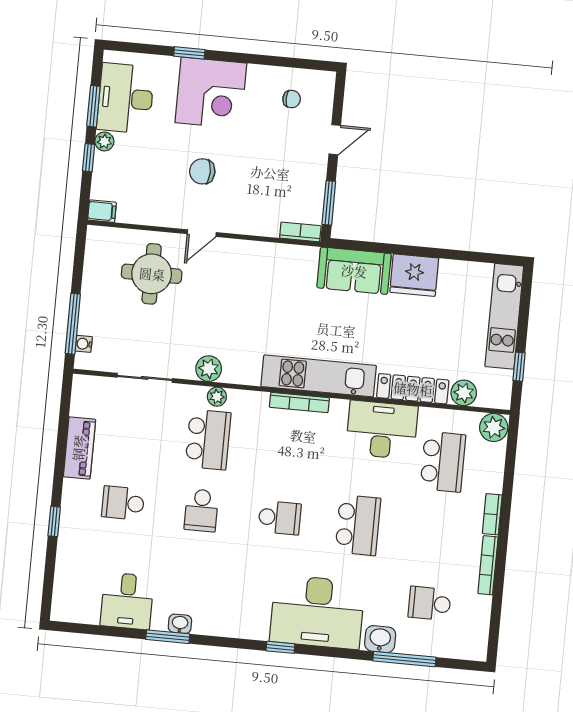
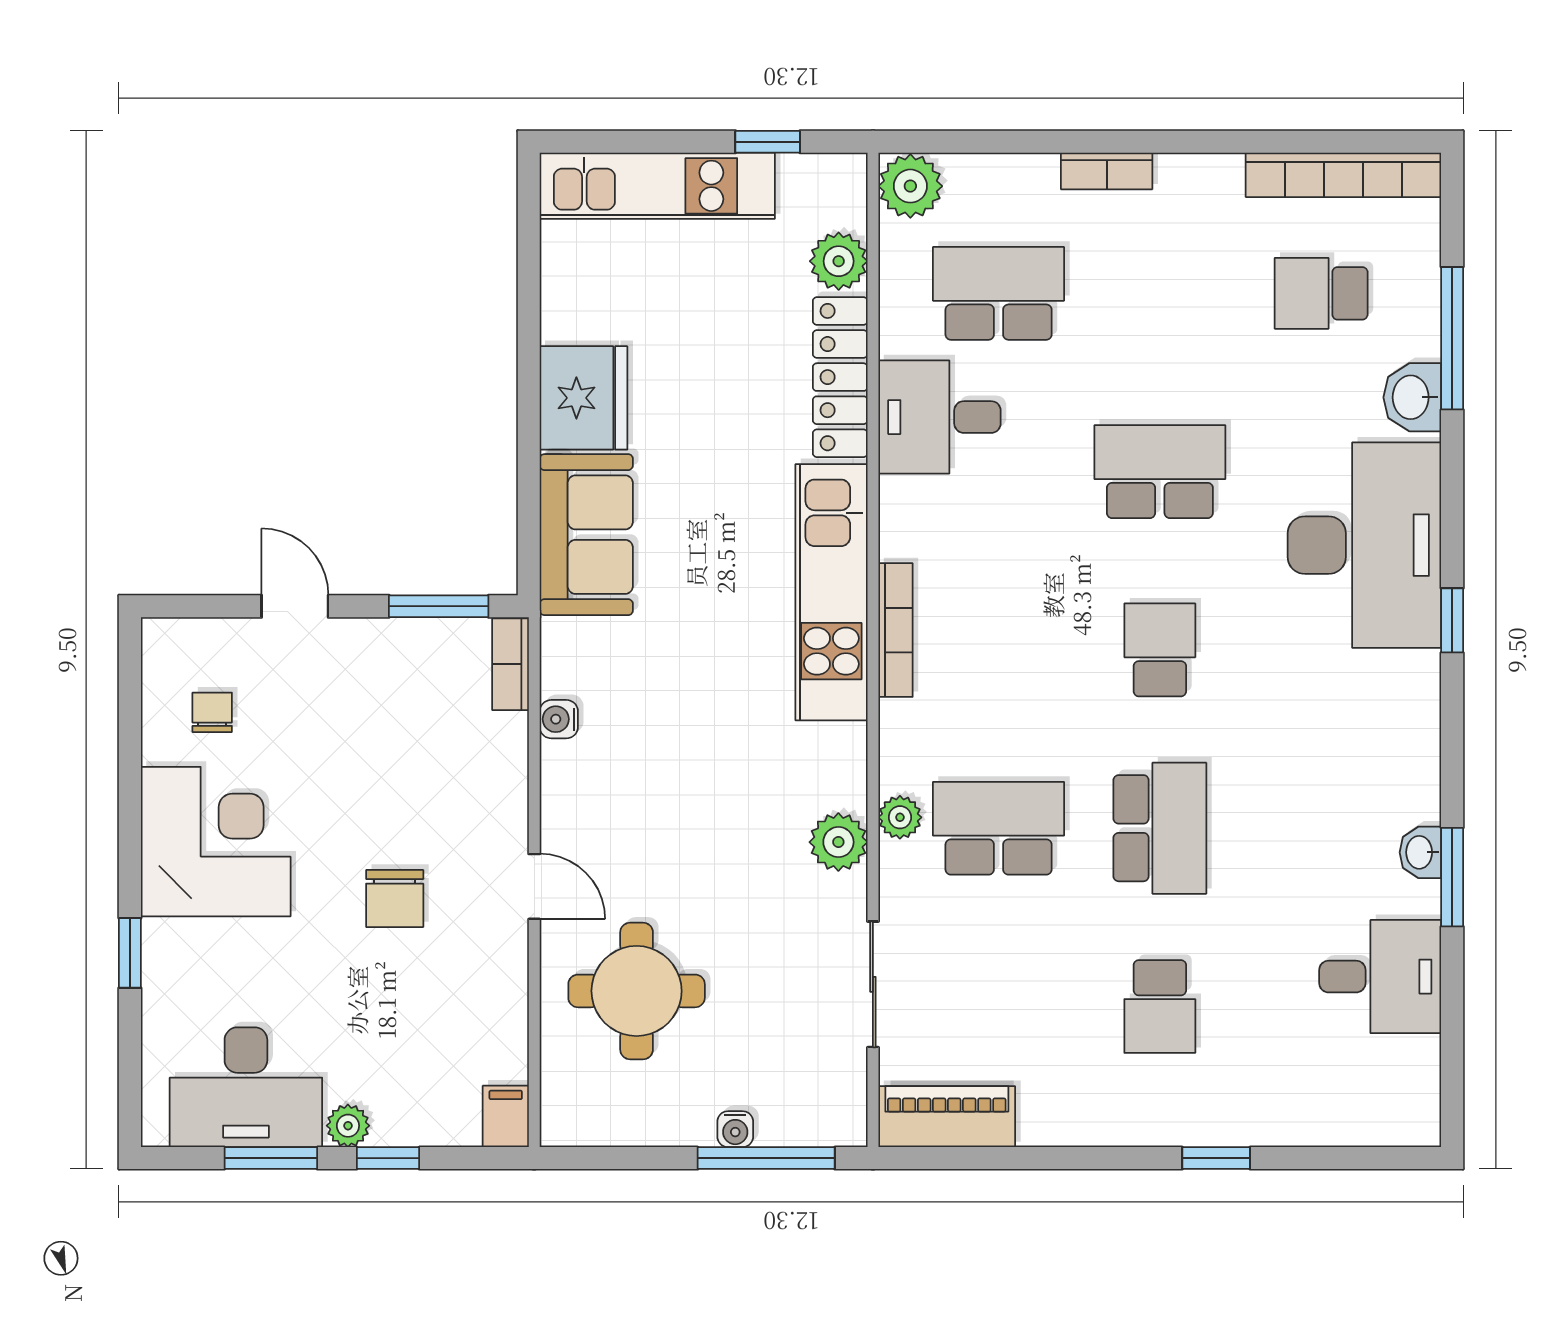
corner desk: (211, 93) -> (216, 842), moved
water cooler: (274, 251) -> (559, 719), added
water cooler: (84, 344) -> (735, 1129), moved
desk: (382, 430) -> (940, 417), width x0.73
piano: (79, 448) -> (947, 1117), moved
school desk: (201, 510) -> (1160, 828), width x1.85
bookcase: (488, 565) -> (1343, 175), moved, width x1.48, depth x1.31
school desk: (430, 603) -> (1321, 293), turned 90

